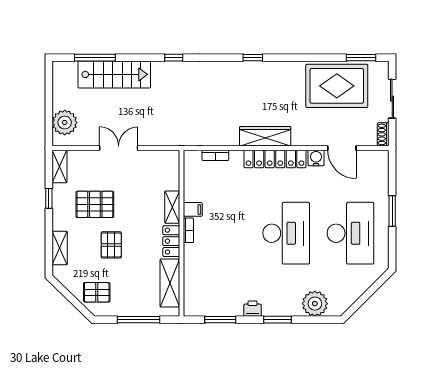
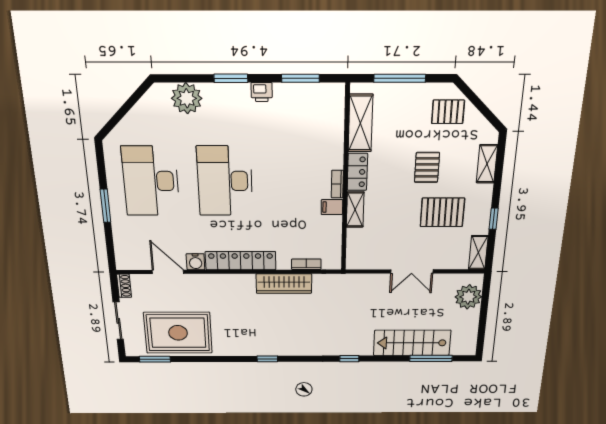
wardrobe: (265, 136) -> (284, 284), moved

